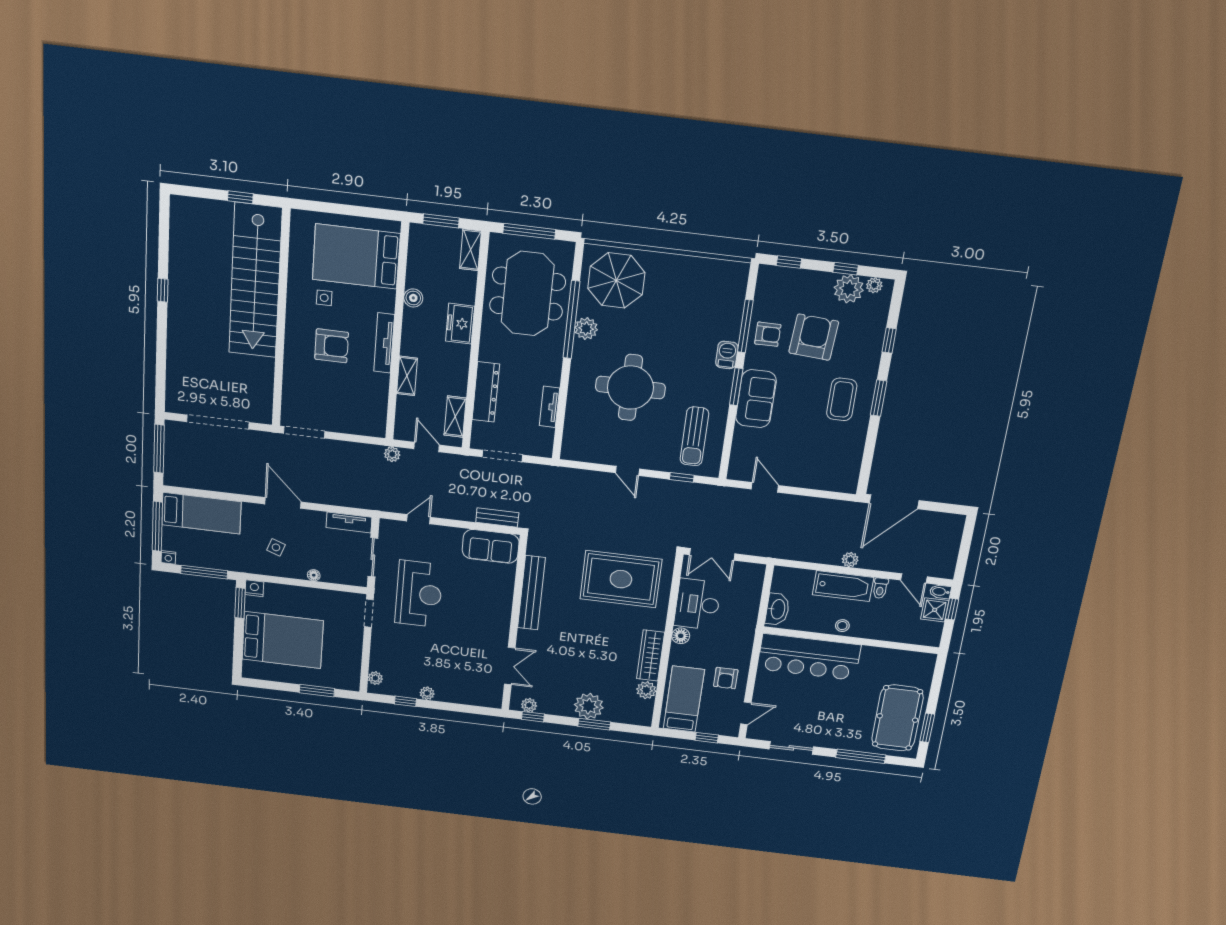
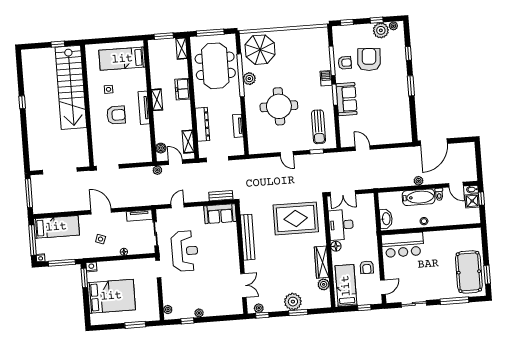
bed: (356, 257) -> (122, 59), width x0.67
boiler: (413, 298) -> (161, 148), moved
shelving: (407, 376) -> (157, 100), moved
coffee table: (842, 399) -> (392, 90), removed
bar counter: (809, 657) -> (403, 245), width x0.73

